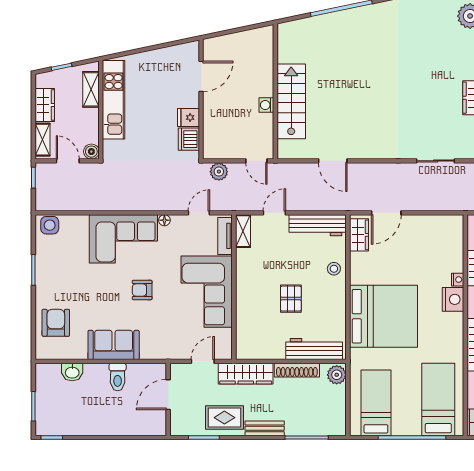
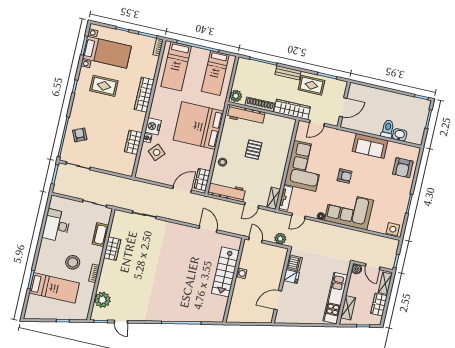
side table: (438, 261) -> (157, 152), added
toilet: (118, 377) -> (388, 129), moved

